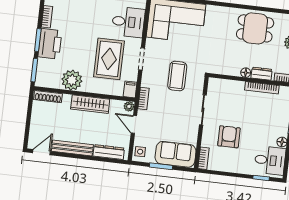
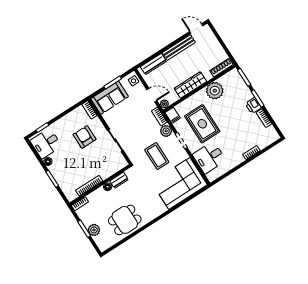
printer: (50, 44) -> (253, 106), width x0.53, depth x0.68
dresser: (262, 74) -> (119, 180), moved
coffee table: (177, 76) -> (157, 156), moved
plant: (148, 80) -> (166, 131), added
armchair: (229, 137) -> (85, 137), turned 180
door: (42, 152) -> (196, 29), swing flipped

